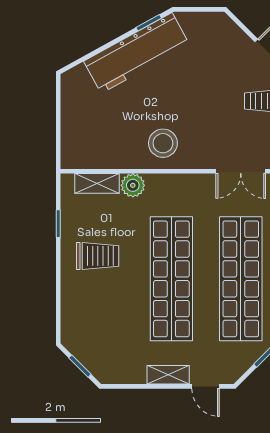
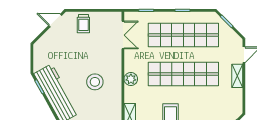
stool: (163, 143) -> (95, 82), moved
plant: (133, 185) -> (131, 79), moved

